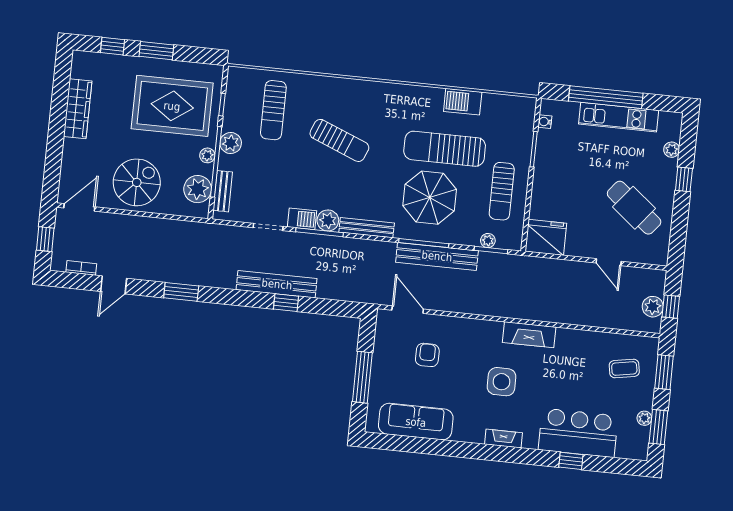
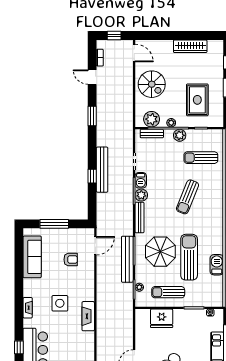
rug: (172, 106) -> (197, 100), width x0.73, depth x0.69
fridge: (546, 237) -> (162, 318), moved, turned 90

